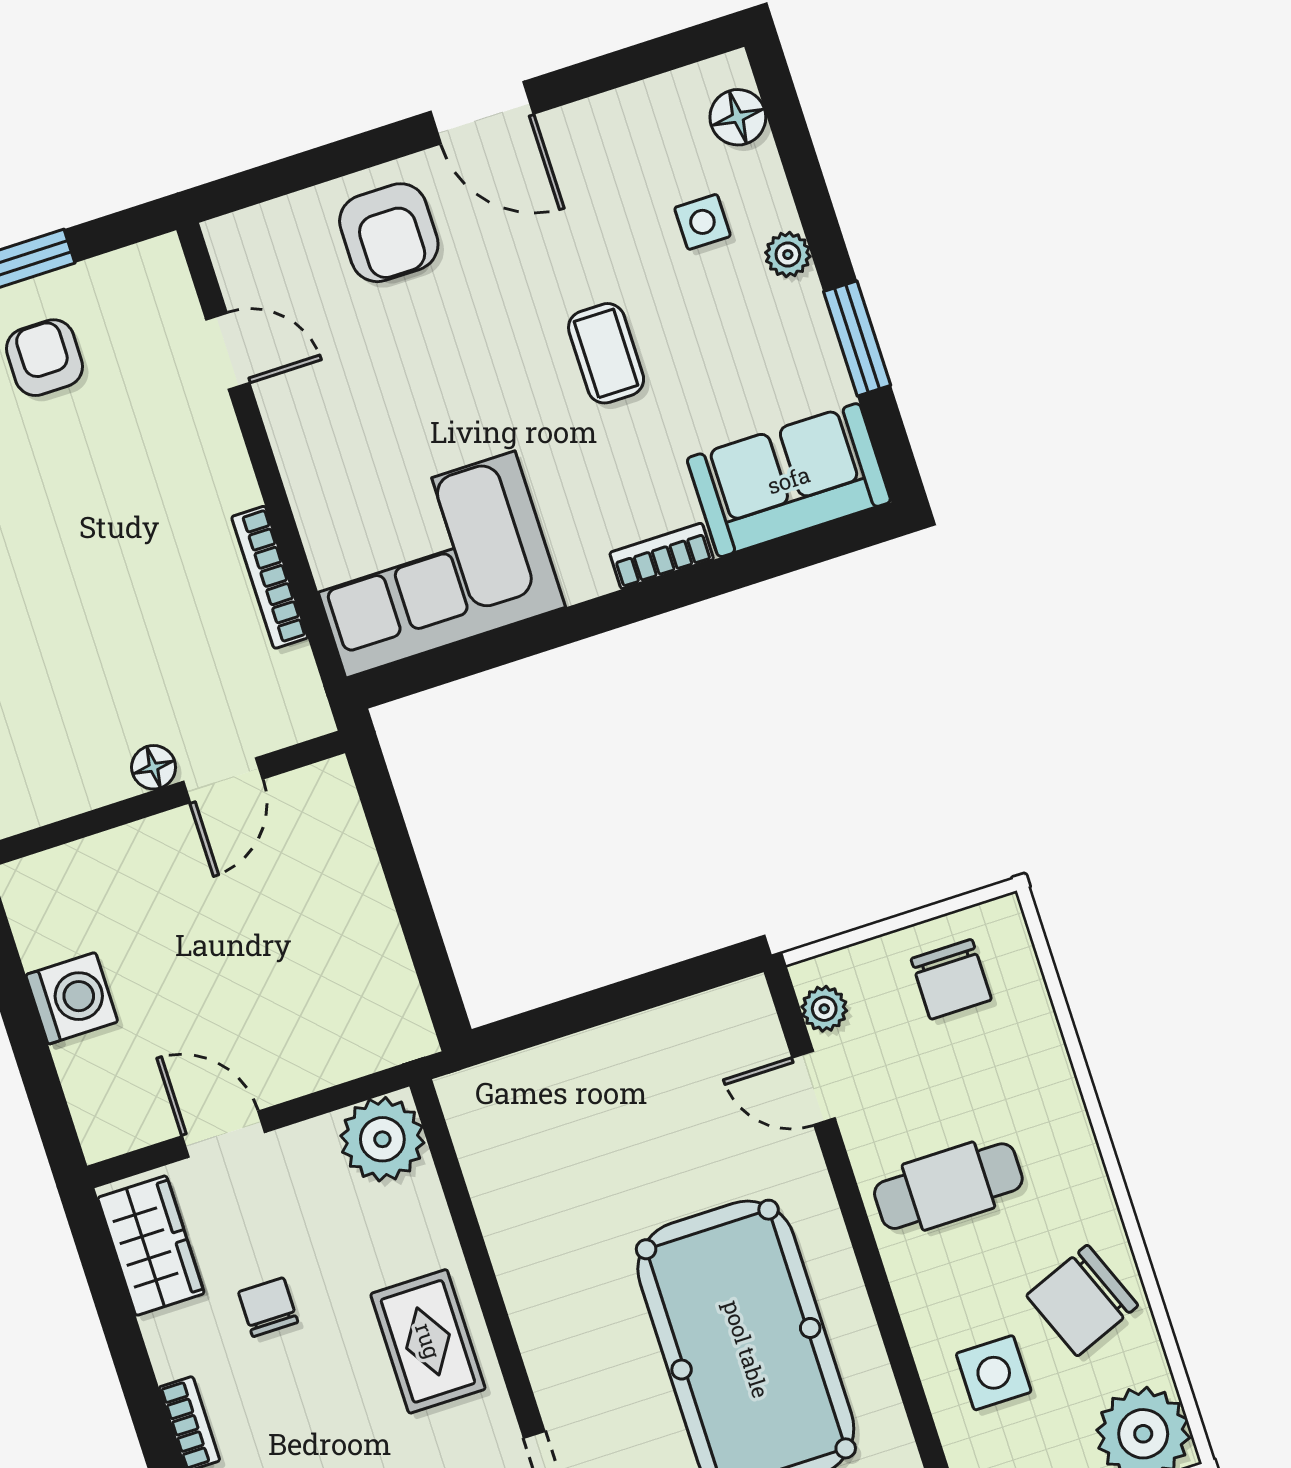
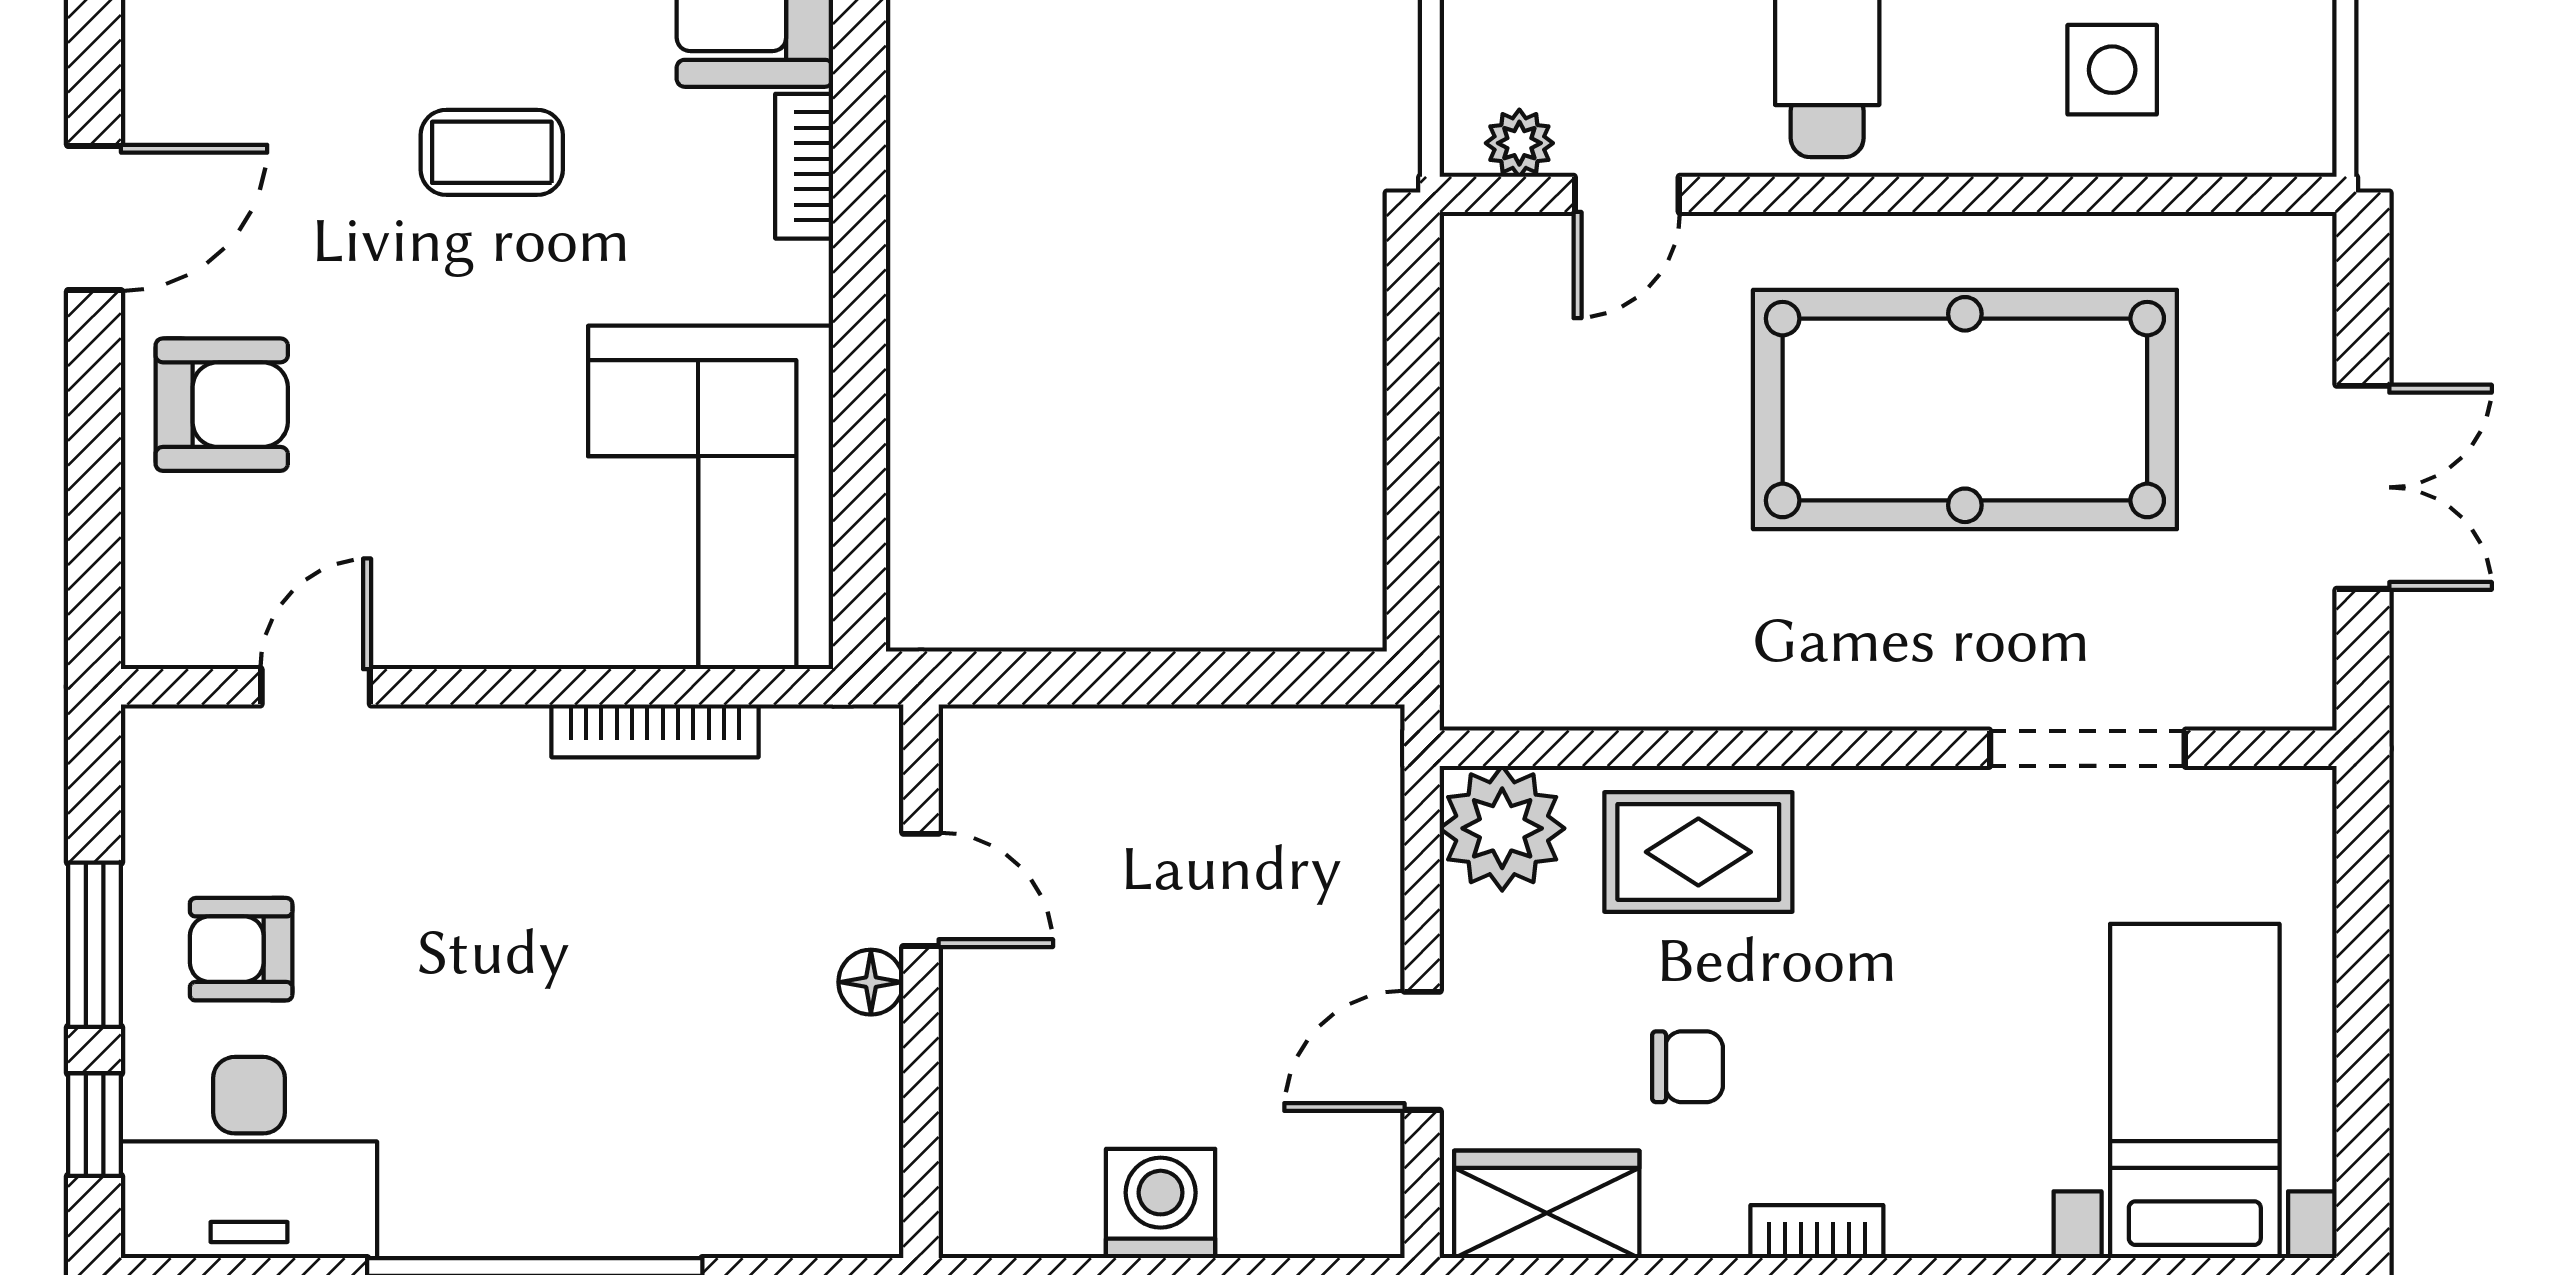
chair: (268, 1307) -> (1687, 1067), turned 180
rug: (428, 1341) -> (1698, 852), moved

